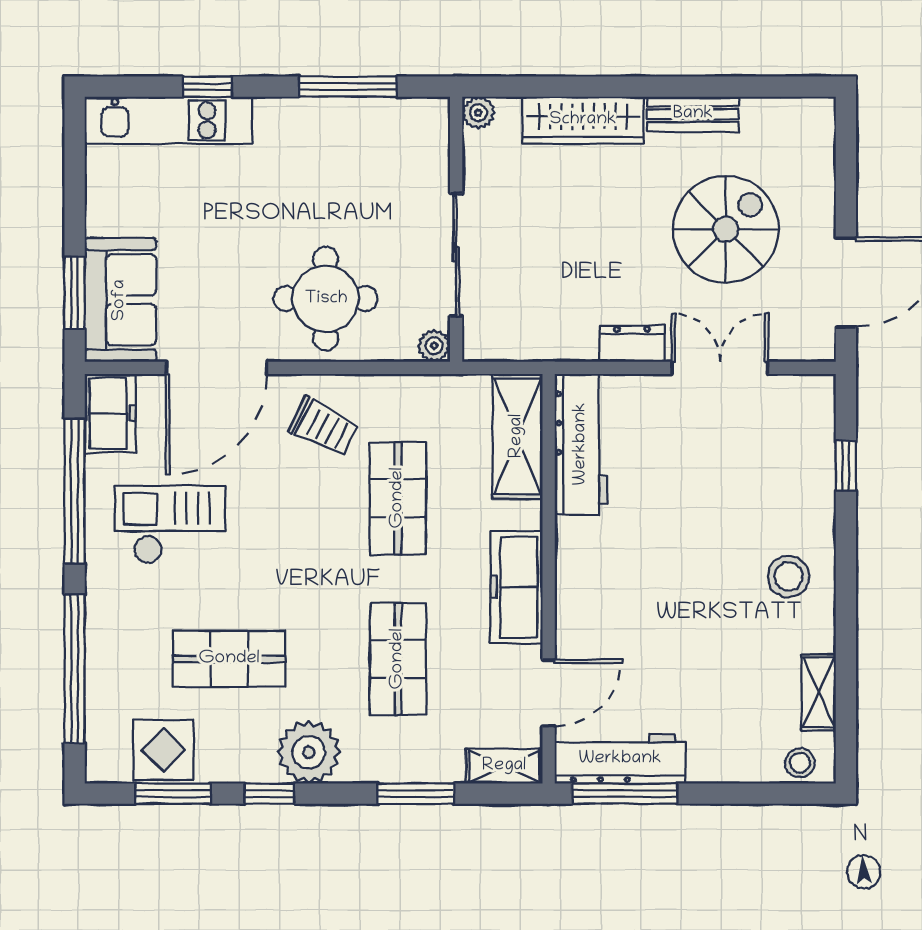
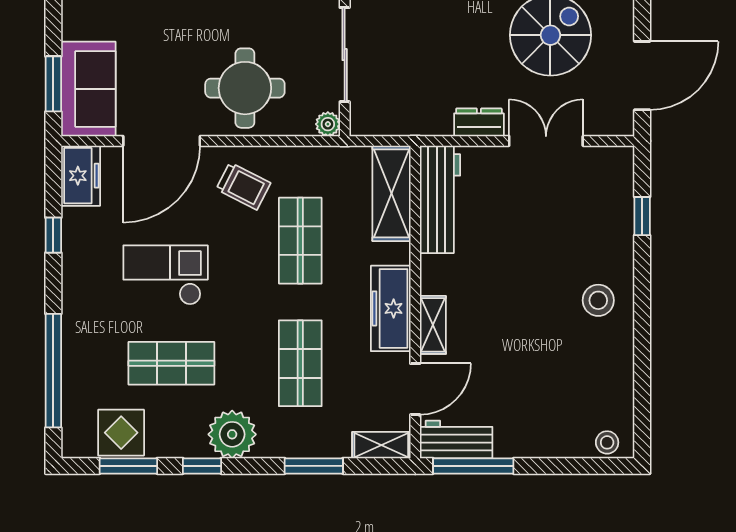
window: (75, 491) -> (53, 235), width x0.32
checkout: (170, 525) -> (166, 275), moved
shelving: (819, 692) -> (433, 325), moved
workbench: (620, 759) -> (456, 440), width x0.73

